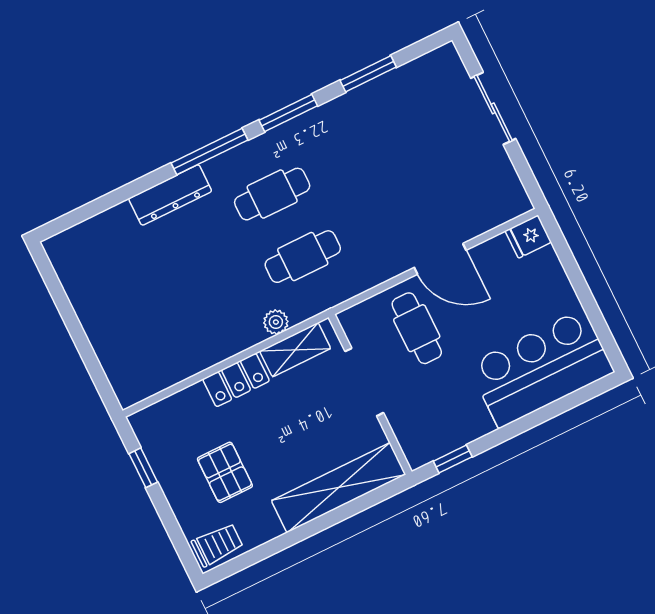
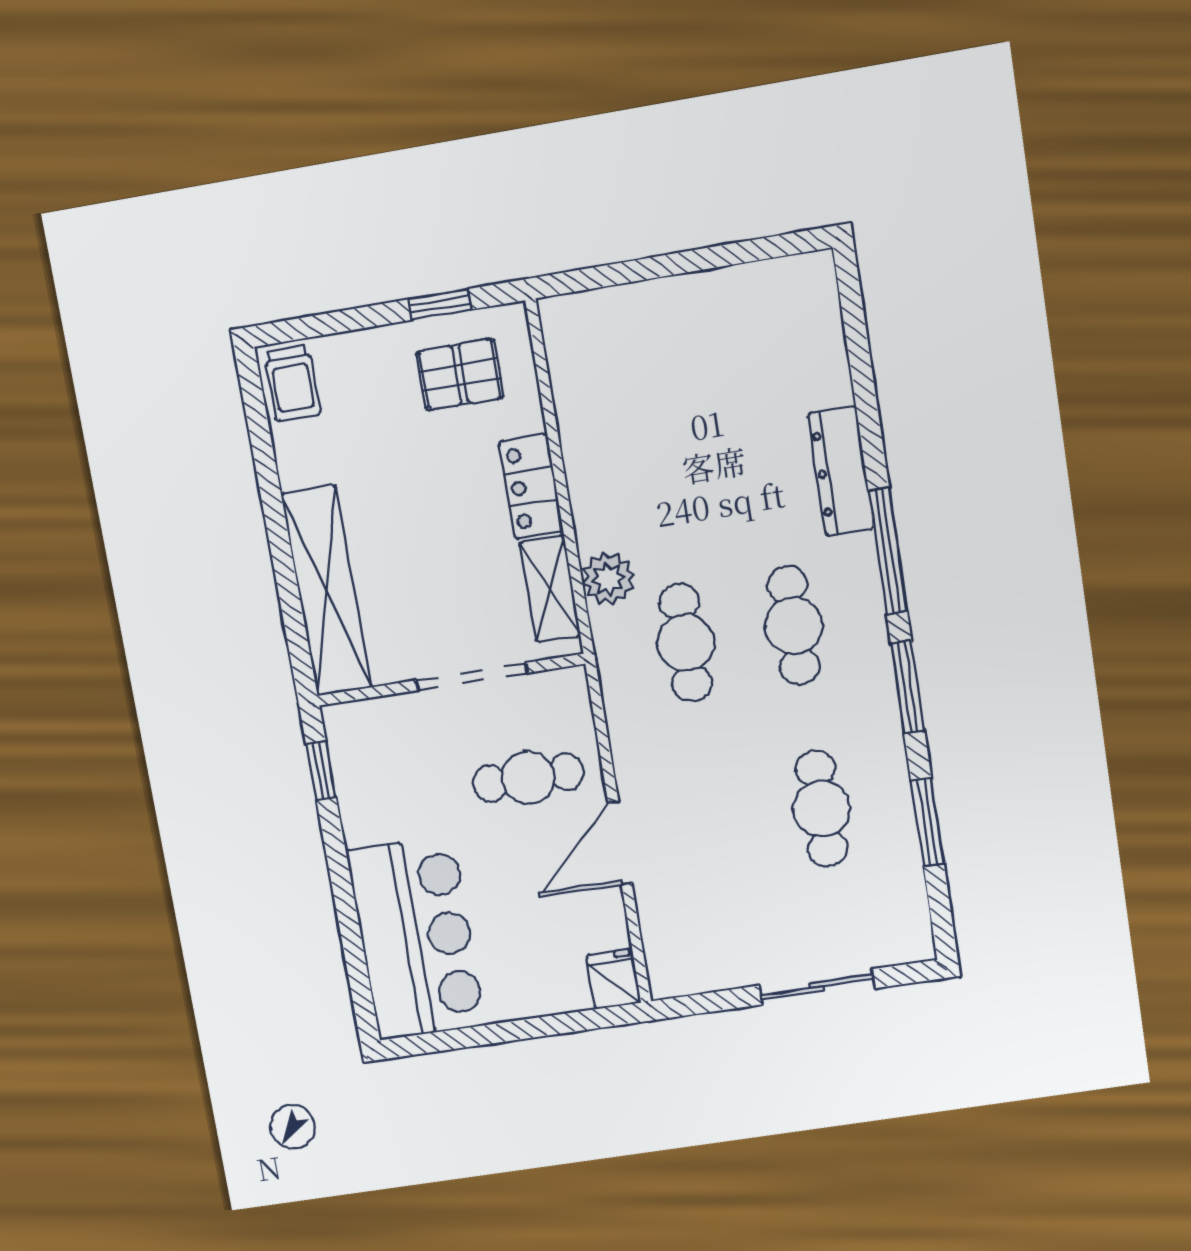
cafe table: (380, 141) -> (822, 809), added
plant: (276, 322) -> (608, 579), width x1.38, depth x1.38
pallet: (225, 472) -> (460, 375), moved

